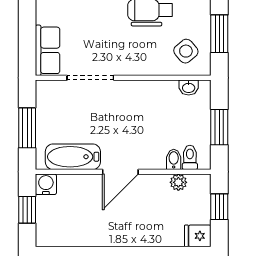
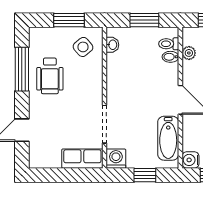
washing machine: (48, 92) -> (116, 159), added
window: (27, 128) -> (145, 175), width x0.67

